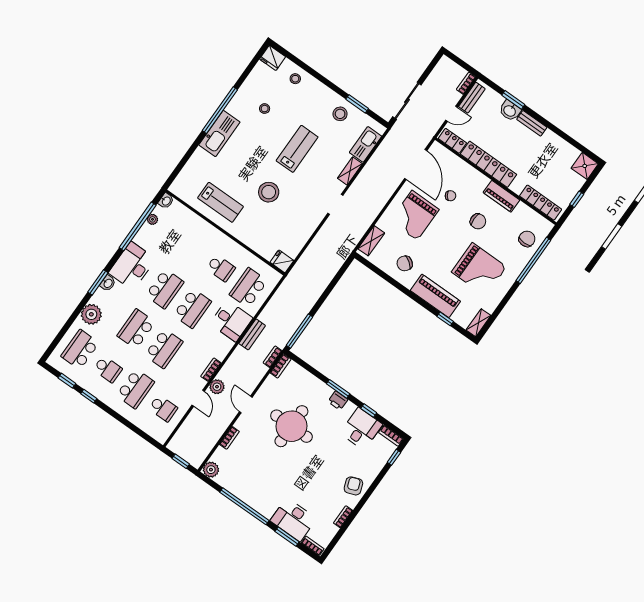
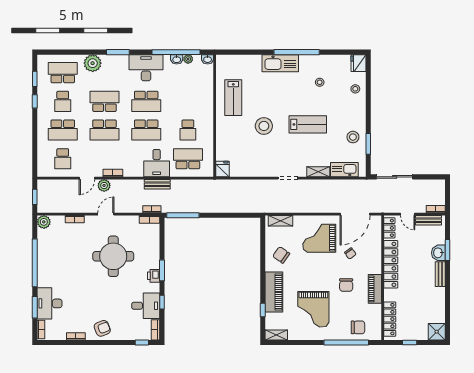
washbasin: (108, 283) -> (177, 59), moved

